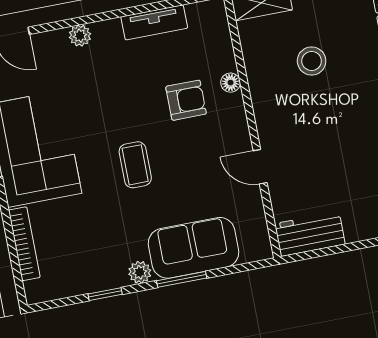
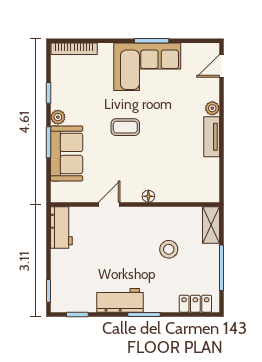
tv unit: (154, 22) -> (212, 137), moved
floor lamp: (231, 83) -> (148, 196), moved
armchair: (186, 100) -> (159, 166), removed
bookcase: (24, 244) -> (74, 49), moved

